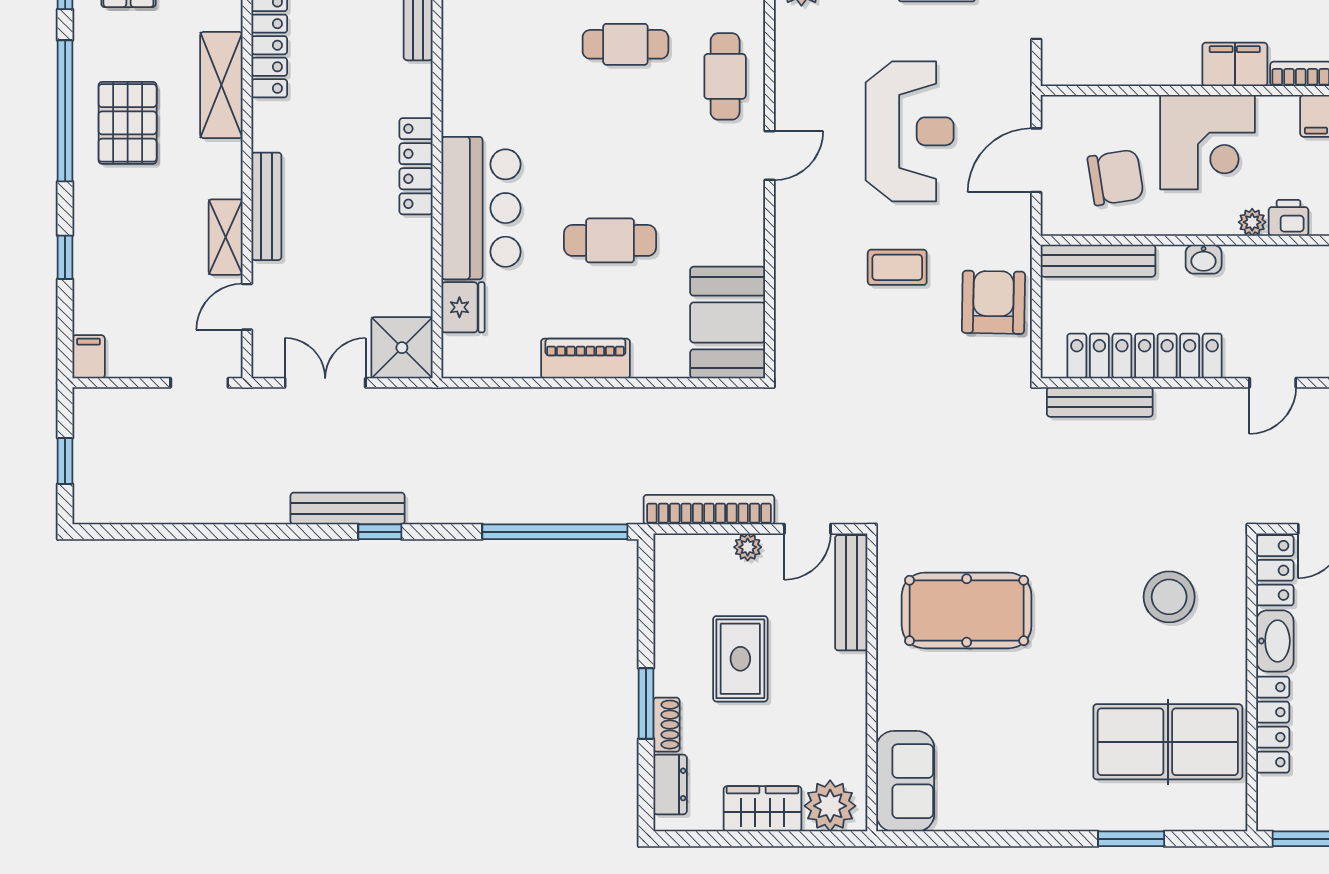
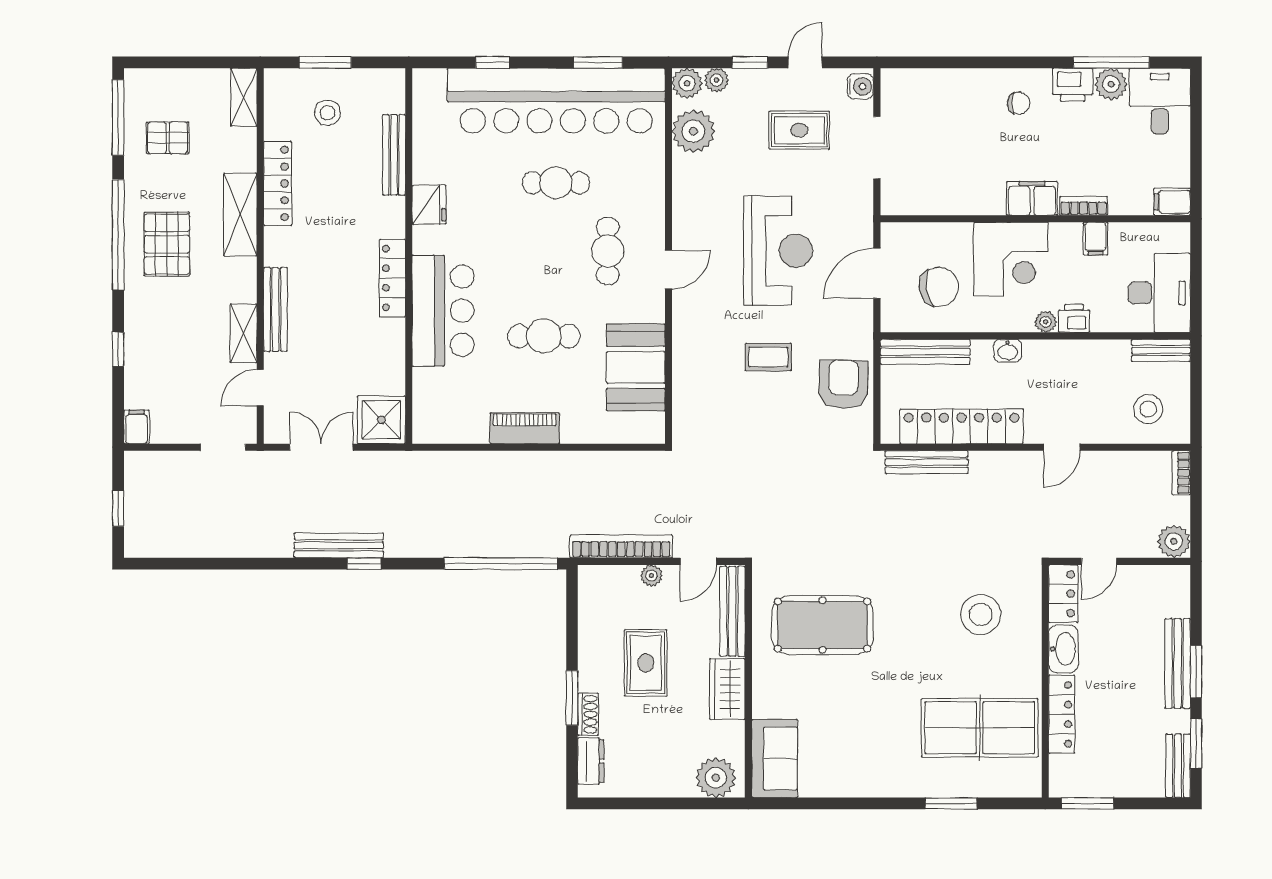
cafe table: (725, 76) -> (608, 251), moved
fridge: (463, 307) -> (429, 205), moved
booth: (728, 323) -> (636, 367), moved
wardrobe: (762, 809) -> (727, 689), moved, turned -90

